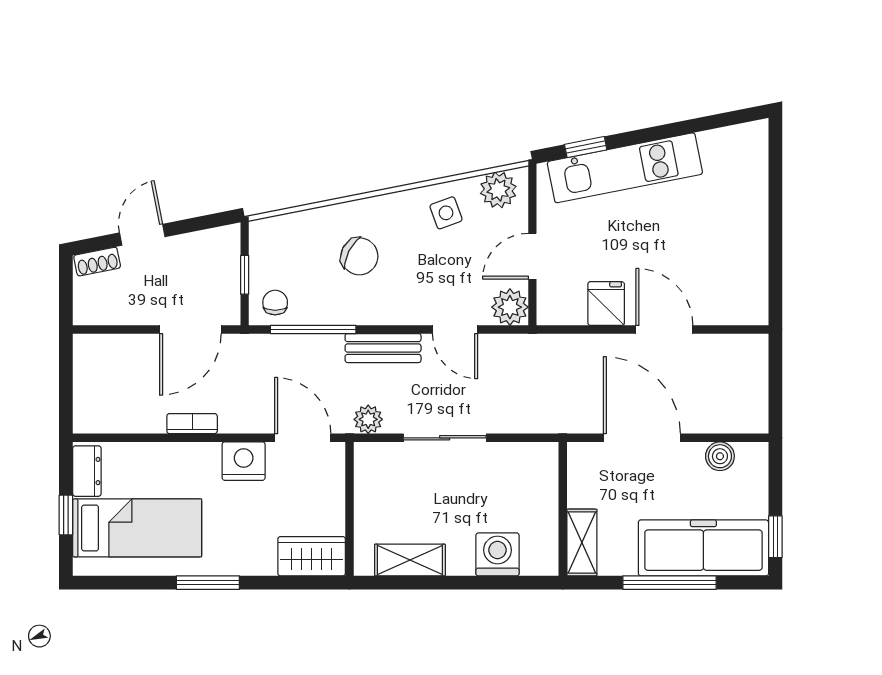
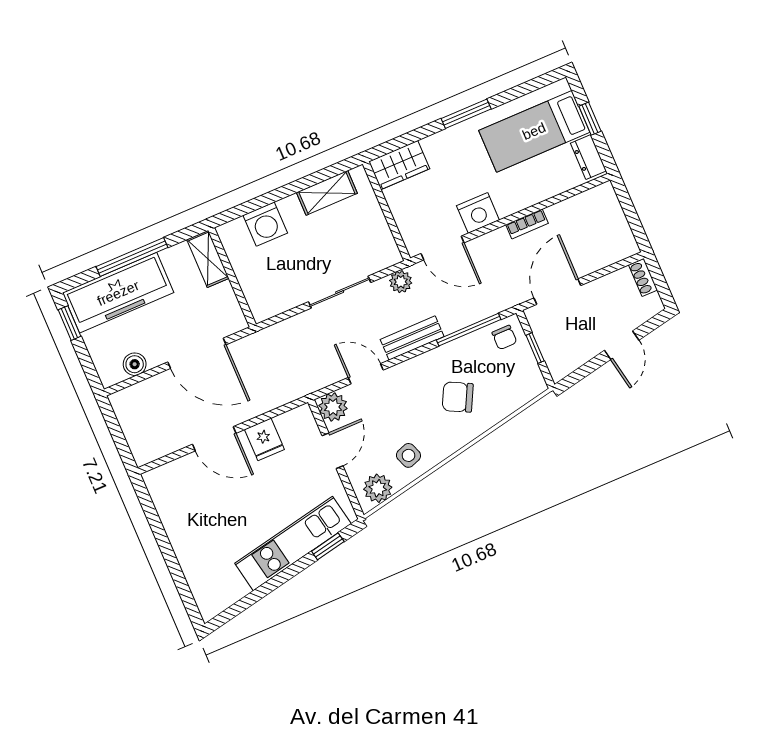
shoe rack: (97, 262) -> (643, 277), moved, turned -79

